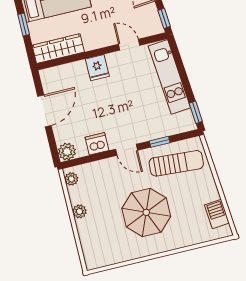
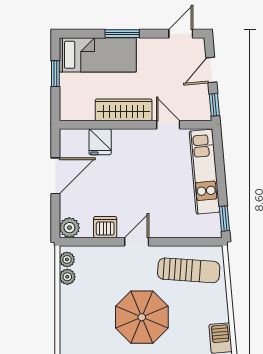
wardrobe: (58, 49) -> (124, 110), moved
fridge: (97, 68) -> (100, 142), moved
window: (160, 142) -> (176, 242), removed
door: (127, 150) -> (137, 242), swing flipped
plant: (79, 211) -> (67, 277), moved

